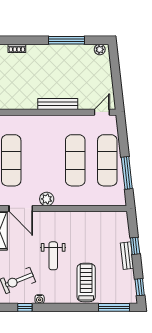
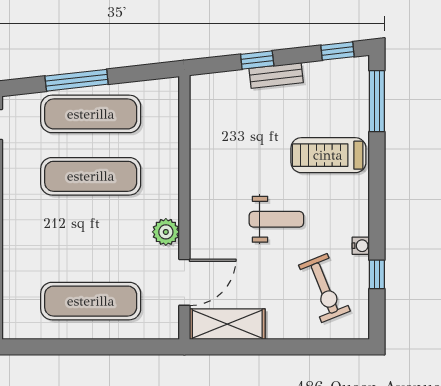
window: (127, 173) -> (77, 80), moved

